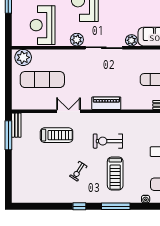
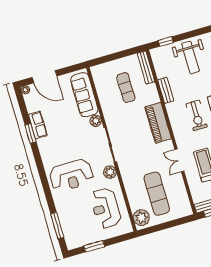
reception desk: (43, 25) -> (106, 208), turned 90
piano: (106, 103) -> (158, 123), width x1.37, depth x1.33
bench: (141, 118) -> (166, 90), added

